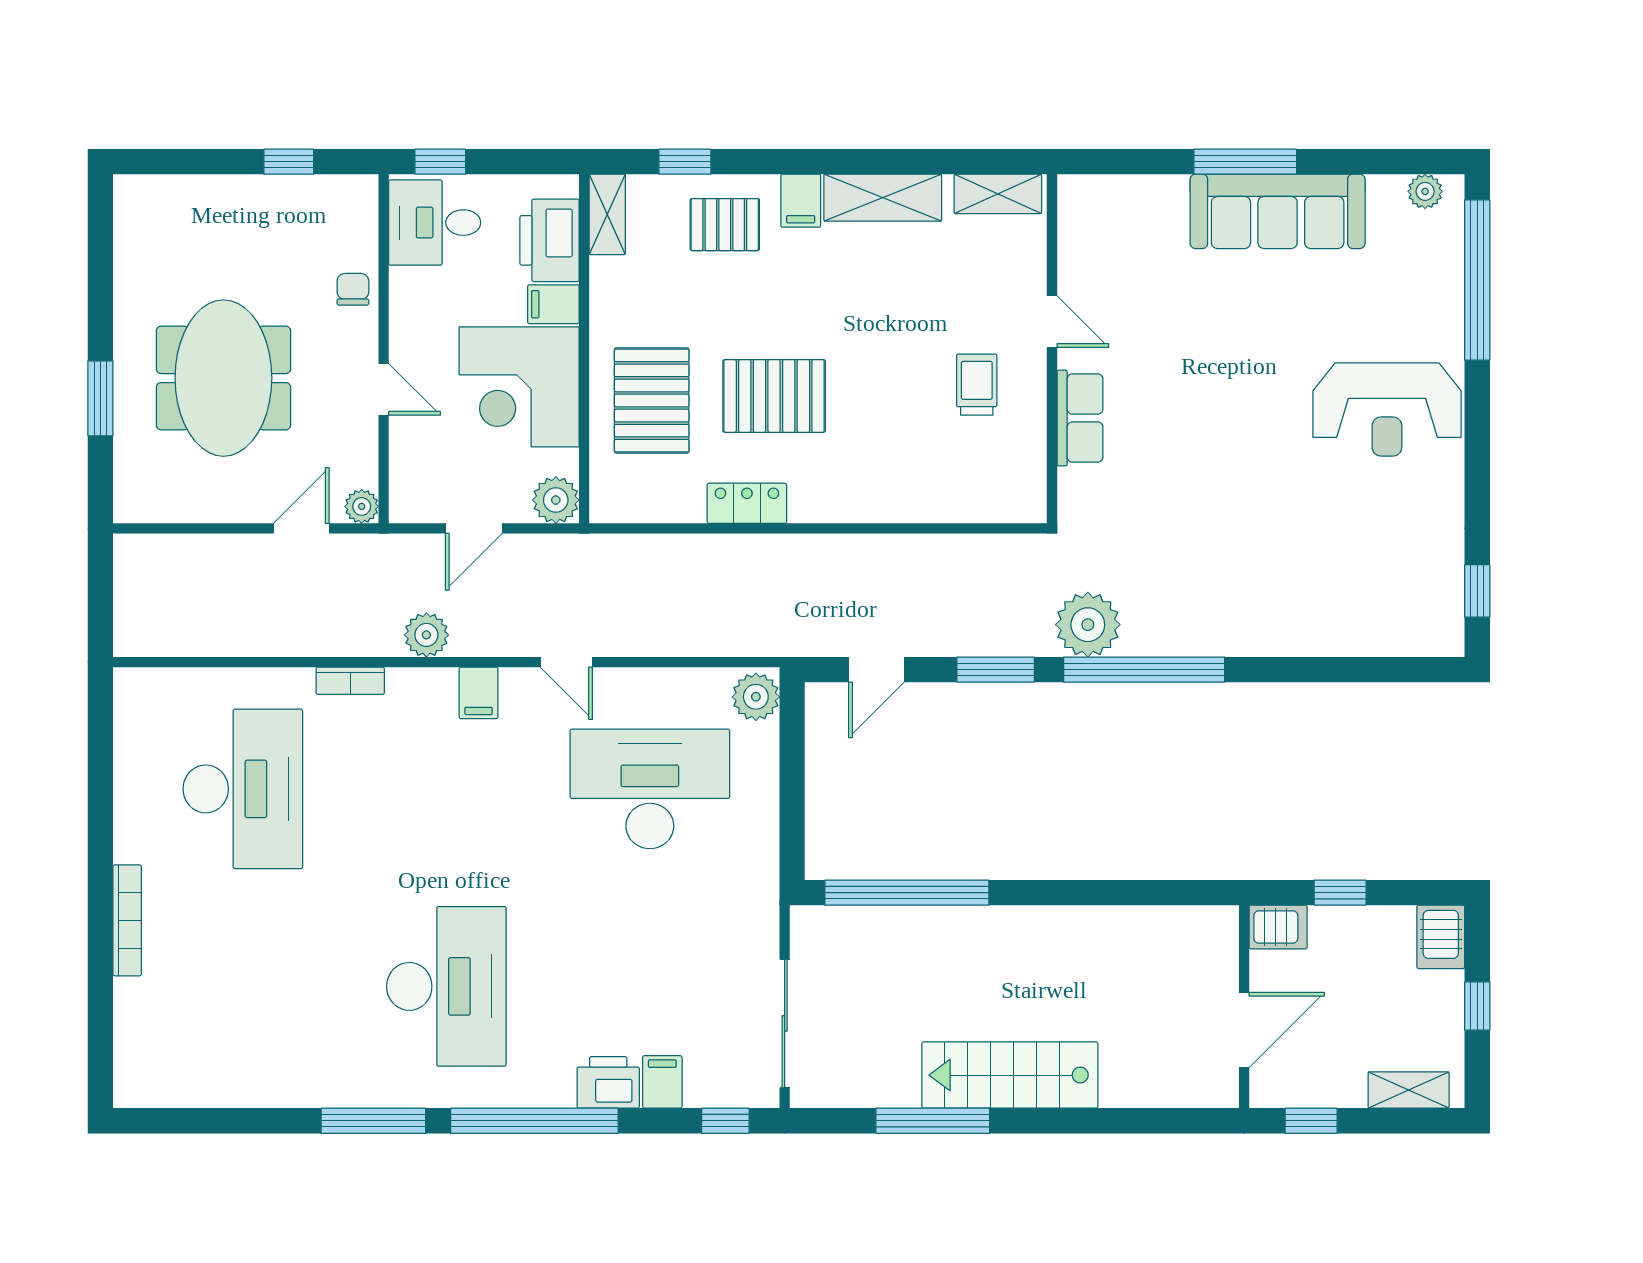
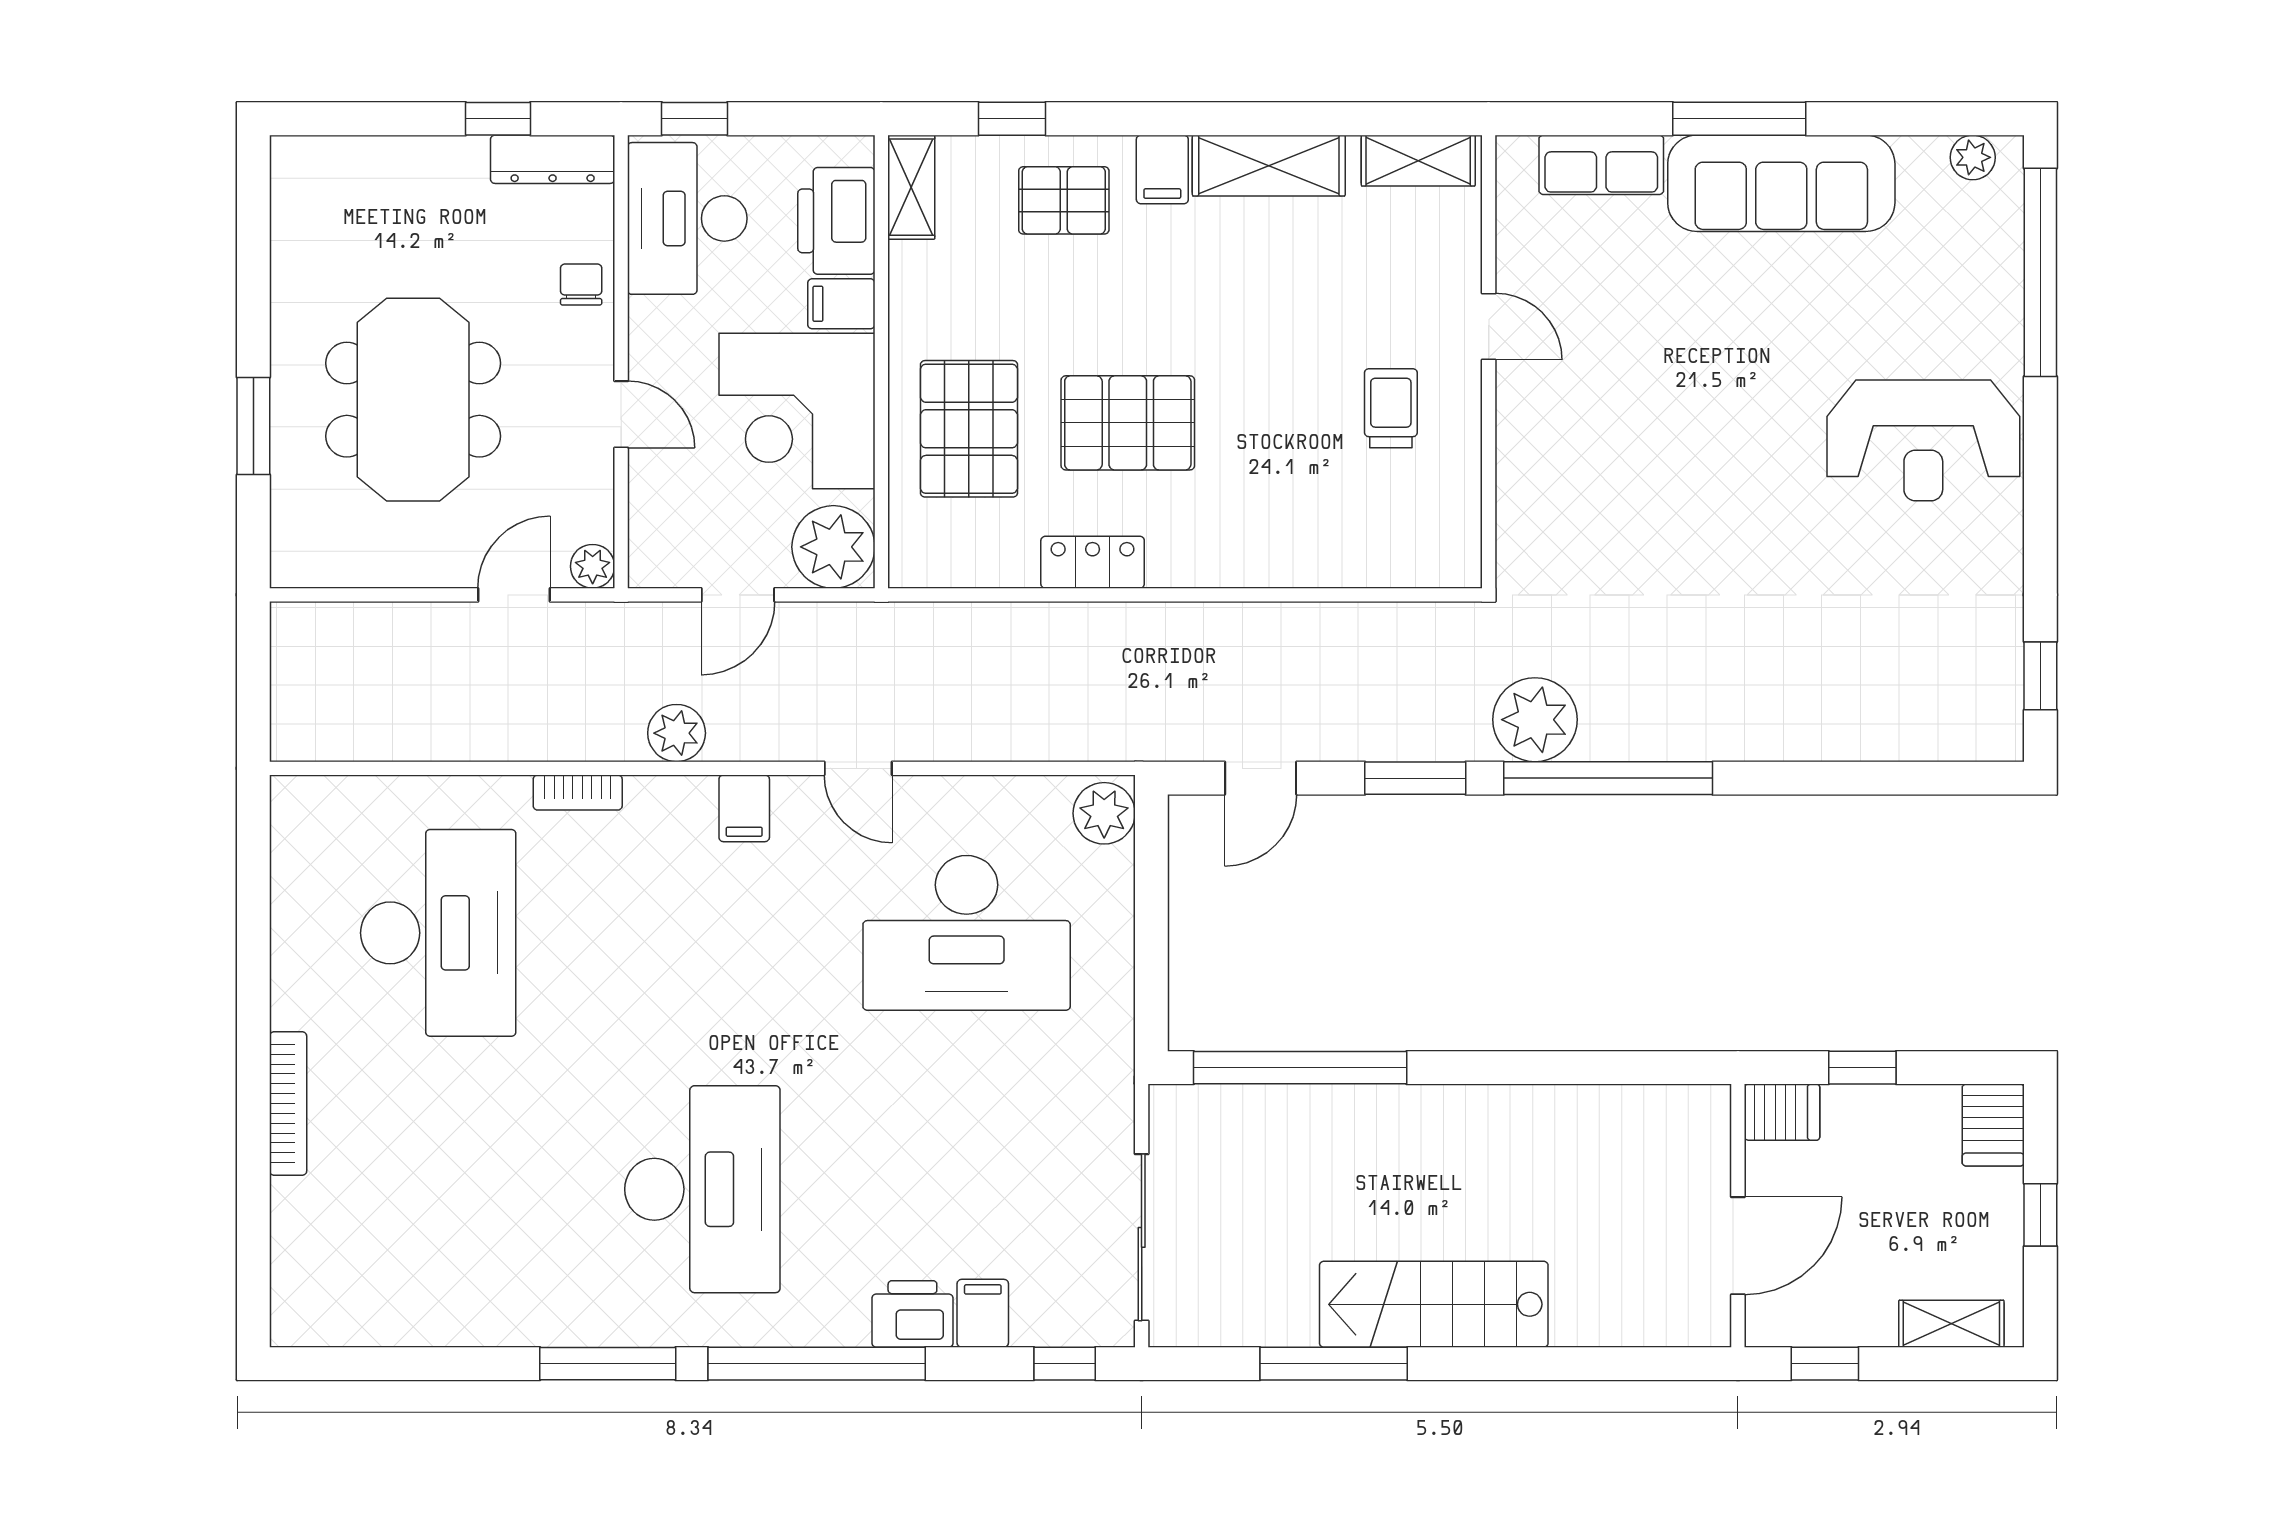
dresser: (331, 193) -> (553, 159), added
desk: (435, 223) -> (687, 218), width x1.37
row of seats: (1080, 418) -> (1601, 165), moved, turned 90
plant: (556, 500) -> (833, 547), width x1.36, depth x1.36
desk: (650, 789) -> (967, 933), turned 180

